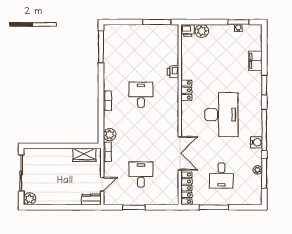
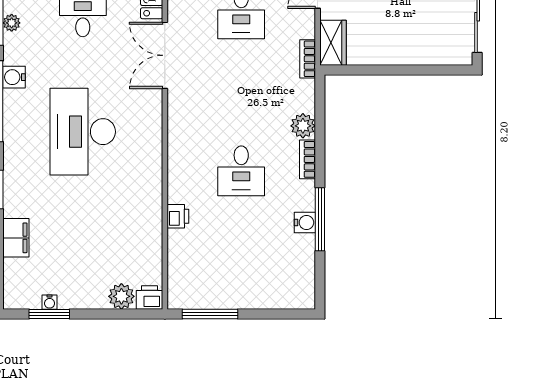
window: (101, 47) -> (320, 219), moved
water cooler: (109, 69) -> (305, 222), added
locker: (186, 90) -> (152, 180), removed
plant: (110, 135) -> (303, 126), moved
wardrobe: (84, 155) -> (333, 43), moved, turned 90

